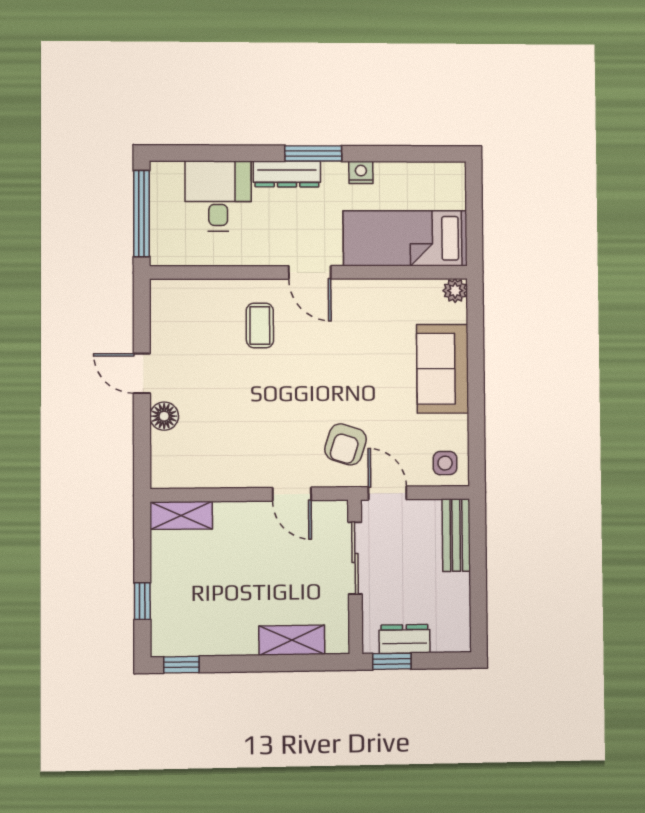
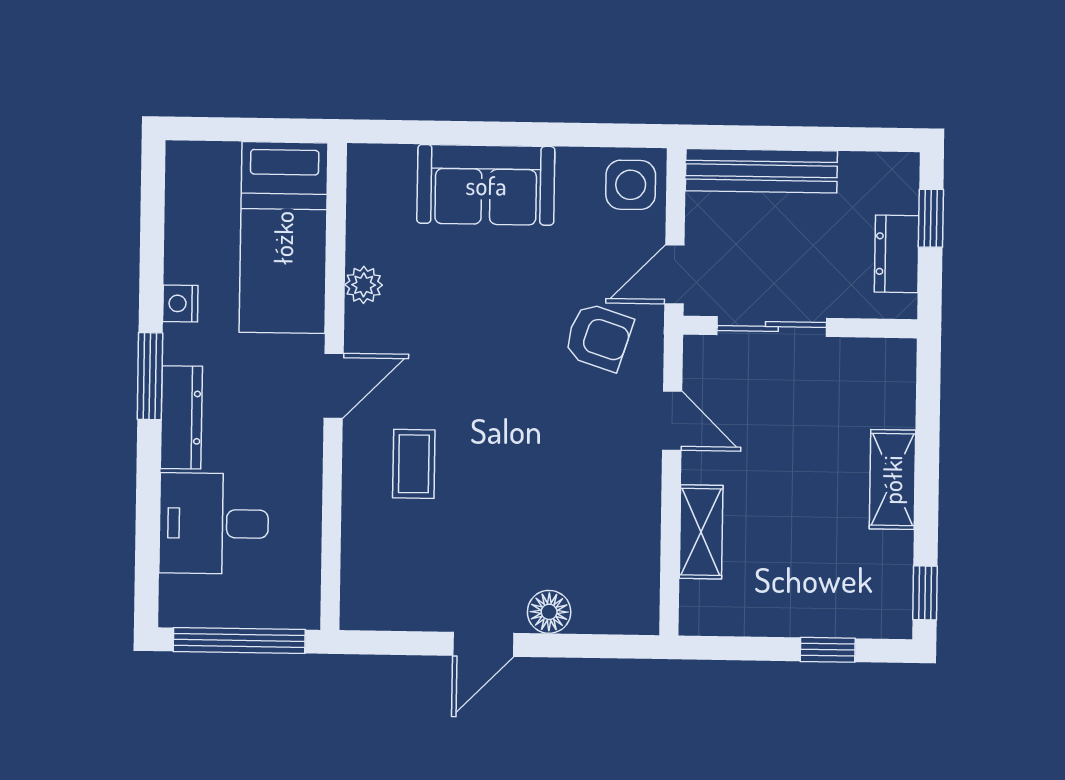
plant: (455, 291) -> (364, 285), moved
coffee table: (260, 325) -> (414, 464), turned 90
side table: (445, 463) -> (631, 185), width x1.37, depth x1.37
door: (292, 494) -> (672, 421), hinge flipped
shelving: (181, 515) -> (701, 532), moved
bench: (456, 535) -> (761, 171), width x1.36
shelving: (292, 640) -> (892, 480), moved
window: (392, 661) -> (931, 218), moved

